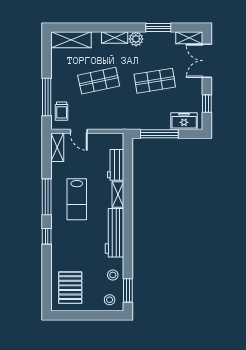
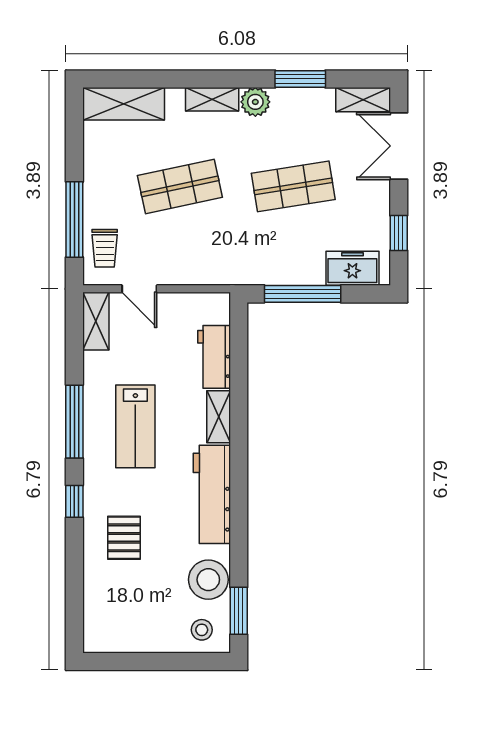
stool: (113, 275) -> (208, 580), width x1.89, depth x1.89
pallet: (70, 288) -> (124, 538), moved, width x0.67, depth x0.71

